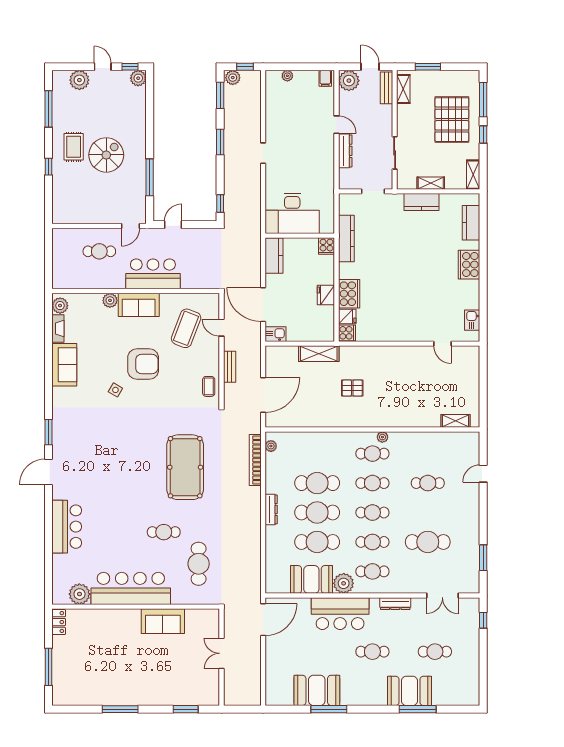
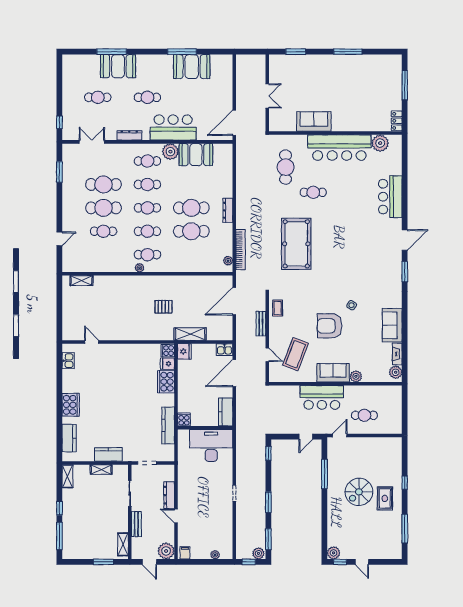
plant: (79, 80) -> (380, 551), removed
bench: (386, 88) -> (136, 524), moved
pallet: (452, 120) -> (84, 520), removed
fridge: (326, 295) -> (184, 351), moved
door: (263, 305) -> (234, 373), swing flipped
cafe table: (317, 542) -> (103, 208), moved

